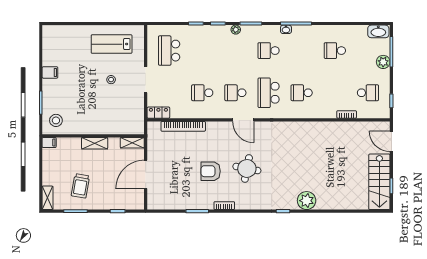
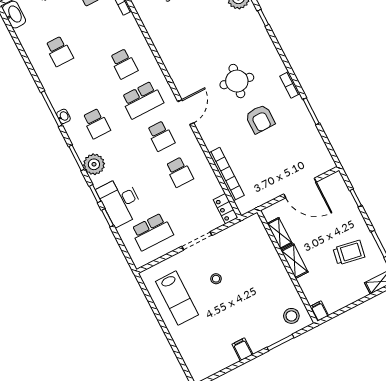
plant: (236, 30) -> (94, 164), width x1.88, depth x1.88
desk: (203, 39) -> (120, 201), added
shelving: (132, 143) -> (280, 233), moved

